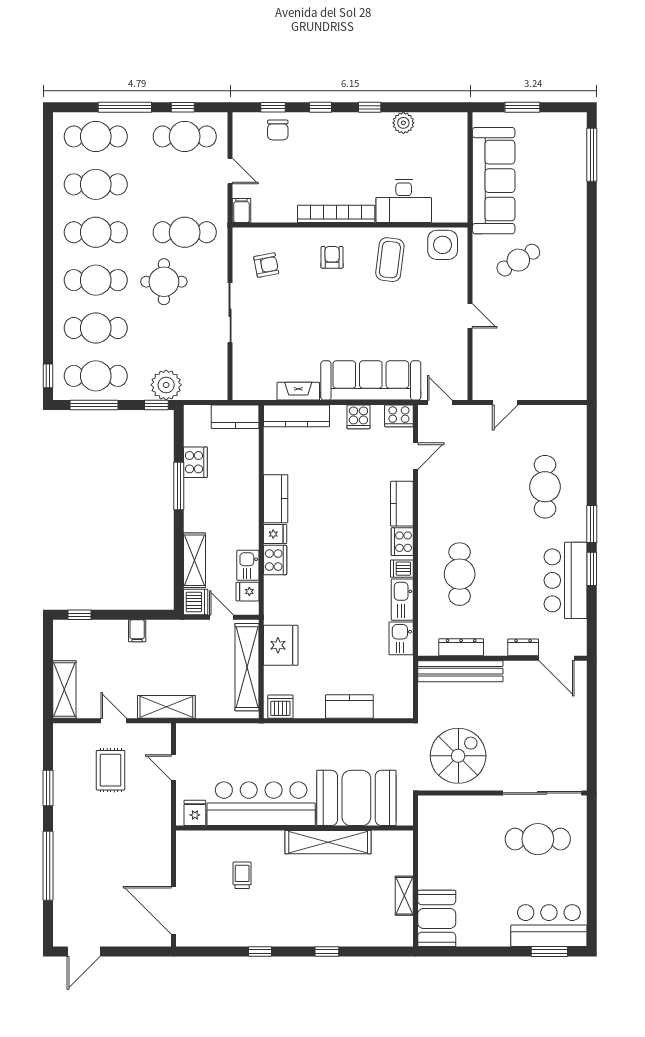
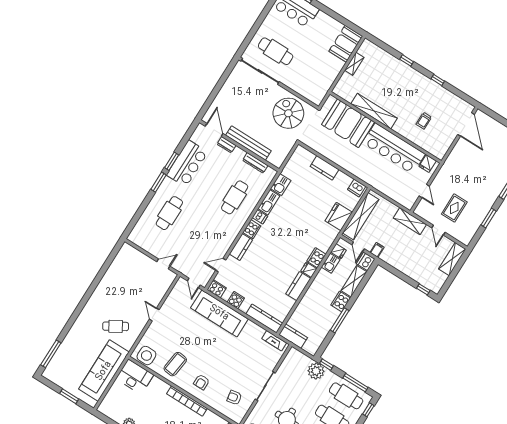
desk: (404, 201) -> (135, 377), moved
fireplace: (298, 391) -> (274, 341), moved
cooker: (195, 462) -> (341, 302), moved
filing cabinet: (137, 631) -> (377, 250), moved
bench: (460, 671) -> (248, 143), moved
spiral stairs: (458, 756) -> (288, 113), turned 90

